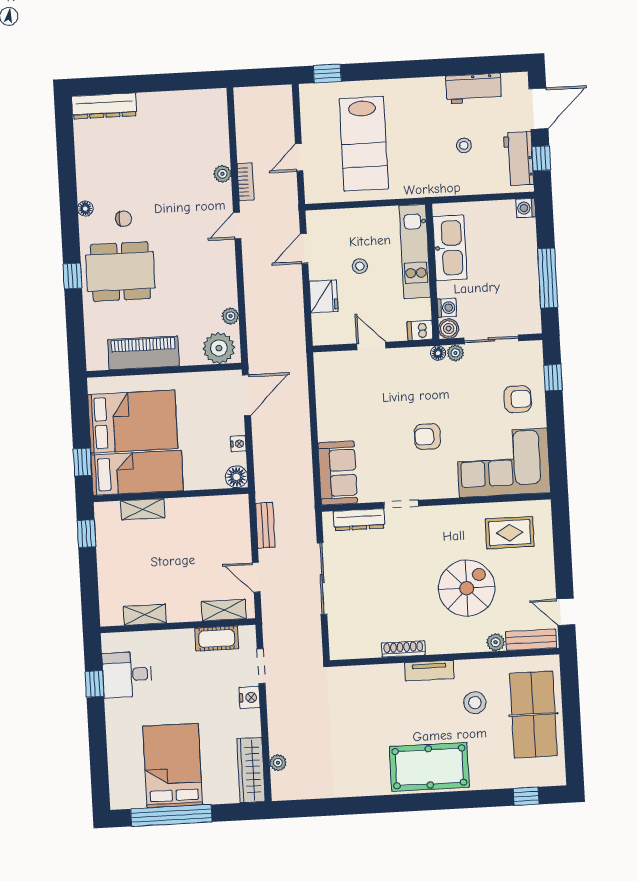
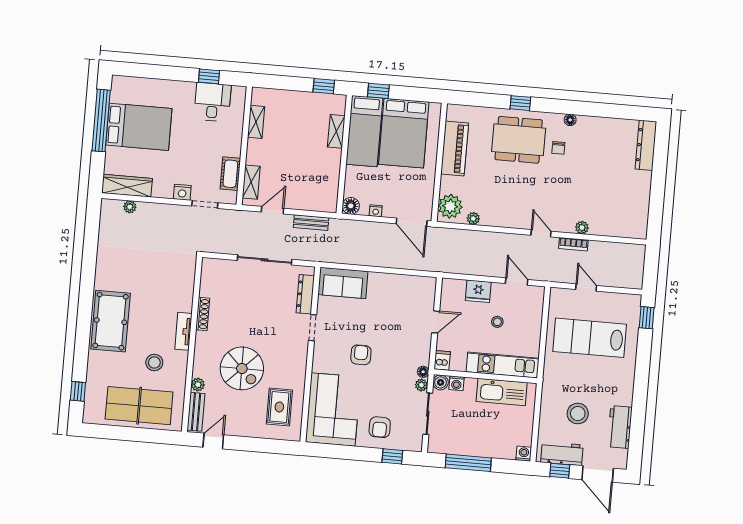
stool: (464, 145) -> (578, 414), width x1.89, depth x1.89
dining table: (120, 272) -> (519, 140), turned 90

